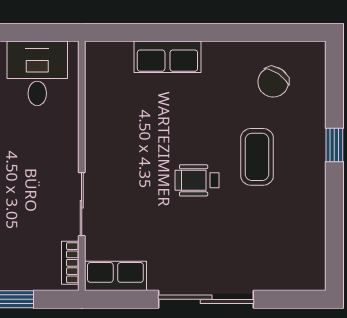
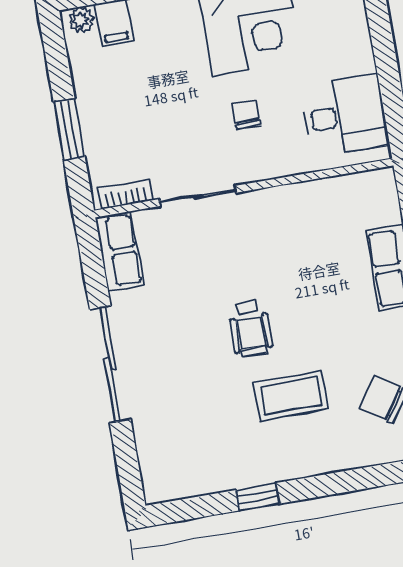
window: (334, 145) -> (257, 497), moved
chair: (22, 154) -> (246, 115), added
wheelchair: (197, 180) -> (250, 329), turned 180

